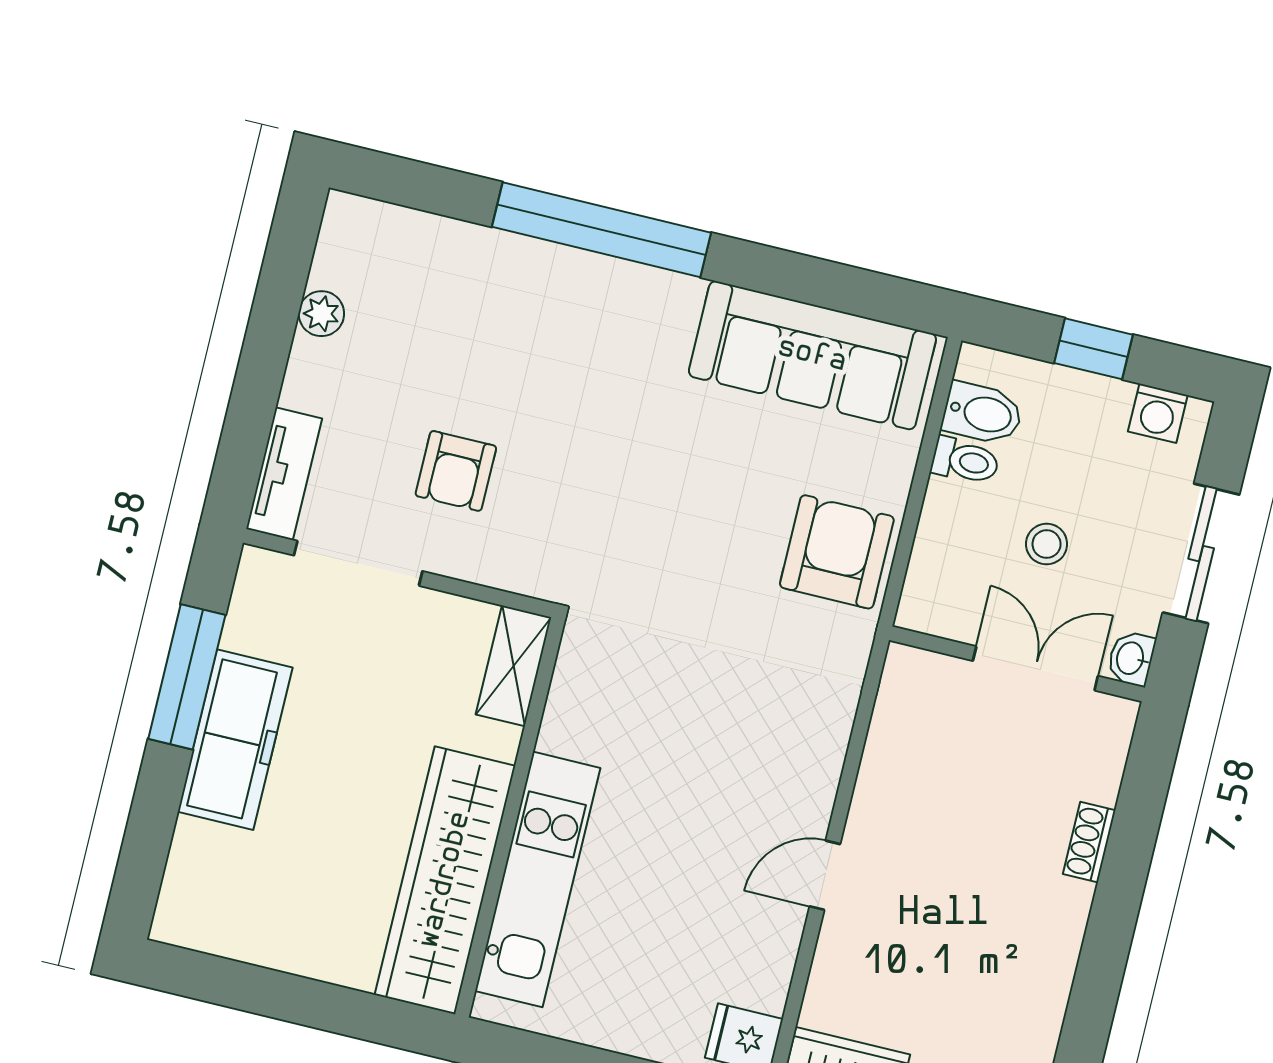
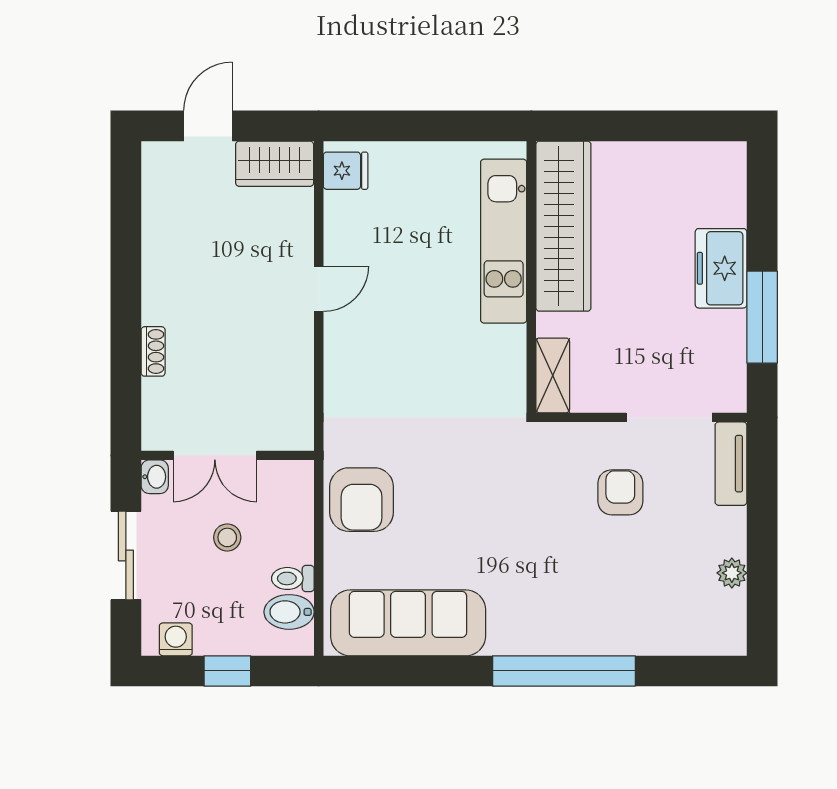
freezer: (235, 740) -> (721, 268), width x0.71

